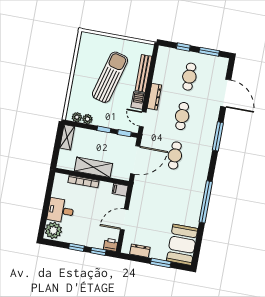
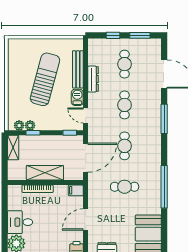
dresser: (154, 97) -> (93, 79), moved
window: (104, 129) -> (33, 133), moved
cafe table: (168, 195) -> (125, 187), added

